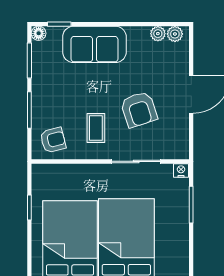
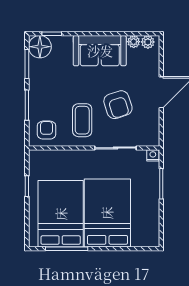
floor lamp: (39, 33) -> (40, 47), width x1.89, depth x1.89
sofa: (94, 44) -> (100, 51), moved
coffee table: (96, 128) -> (82, 120), width x1.36, depth x1.30
armchair: (53, 140) -> (47, 130), turned -76

